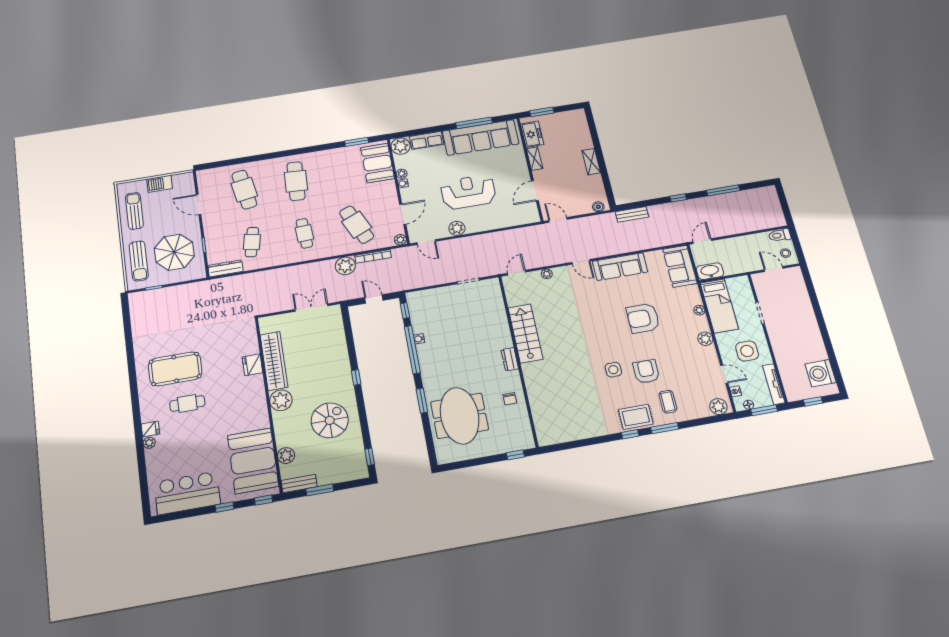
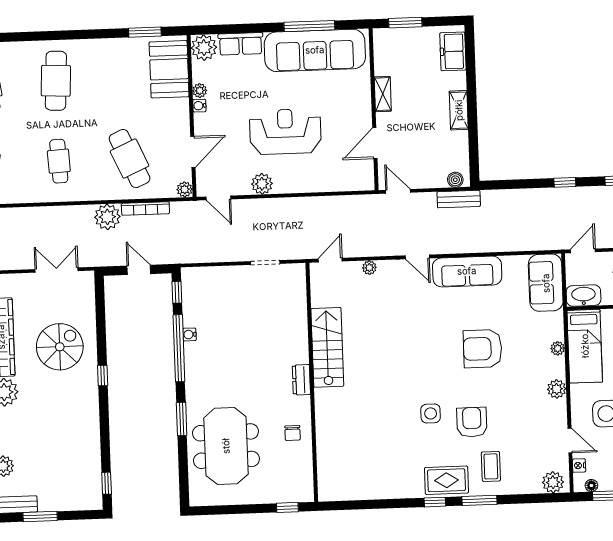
freezer: (532, 134) -> (453, 51), moved, turned 180
bench: (632, 214) -> (459, 199), moved
spiral stairs: (330, 420) -> (60, 347), moved

